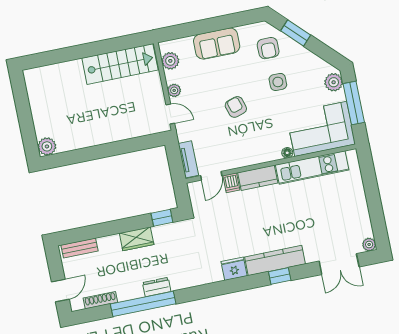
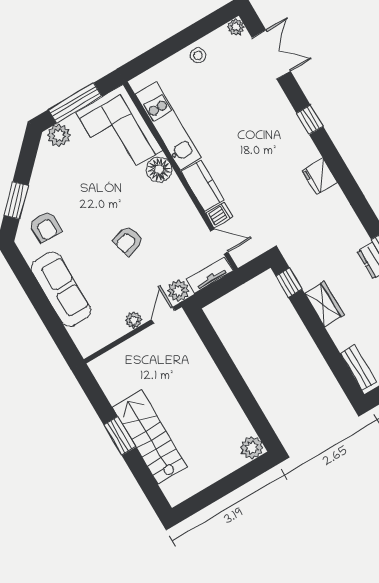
sofa: (217, 44) -> (61, 289), width x1.36
armchair: (268, 48) -> (45, 227), turned 90
window: (90, 49) -> (120, 436), added
plant: (170, 61) -> (178, 291), moved
stairs: (120, 64) -> (150, 437), moved
side table: (278, 82) -> (81, 201), removed
floor lamp: (287, 153) -> (159, 169), width x1.89, depth x1.89
stool: (358, 208) -> (198, 55), added
kitchen counter: (275, 261) -> (293, 132), removed

